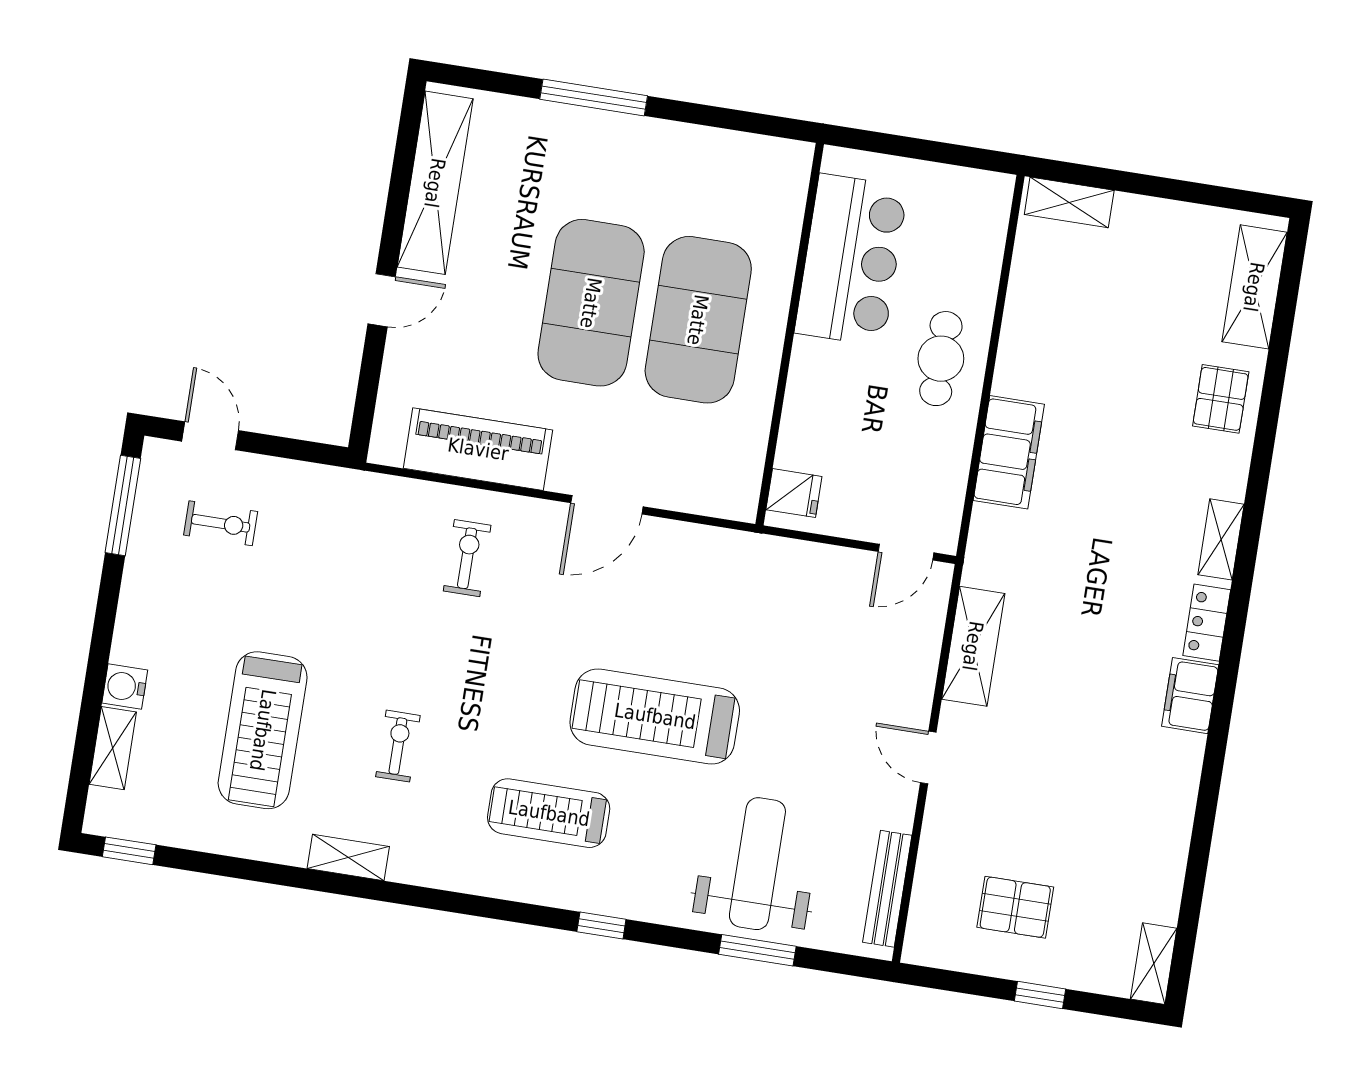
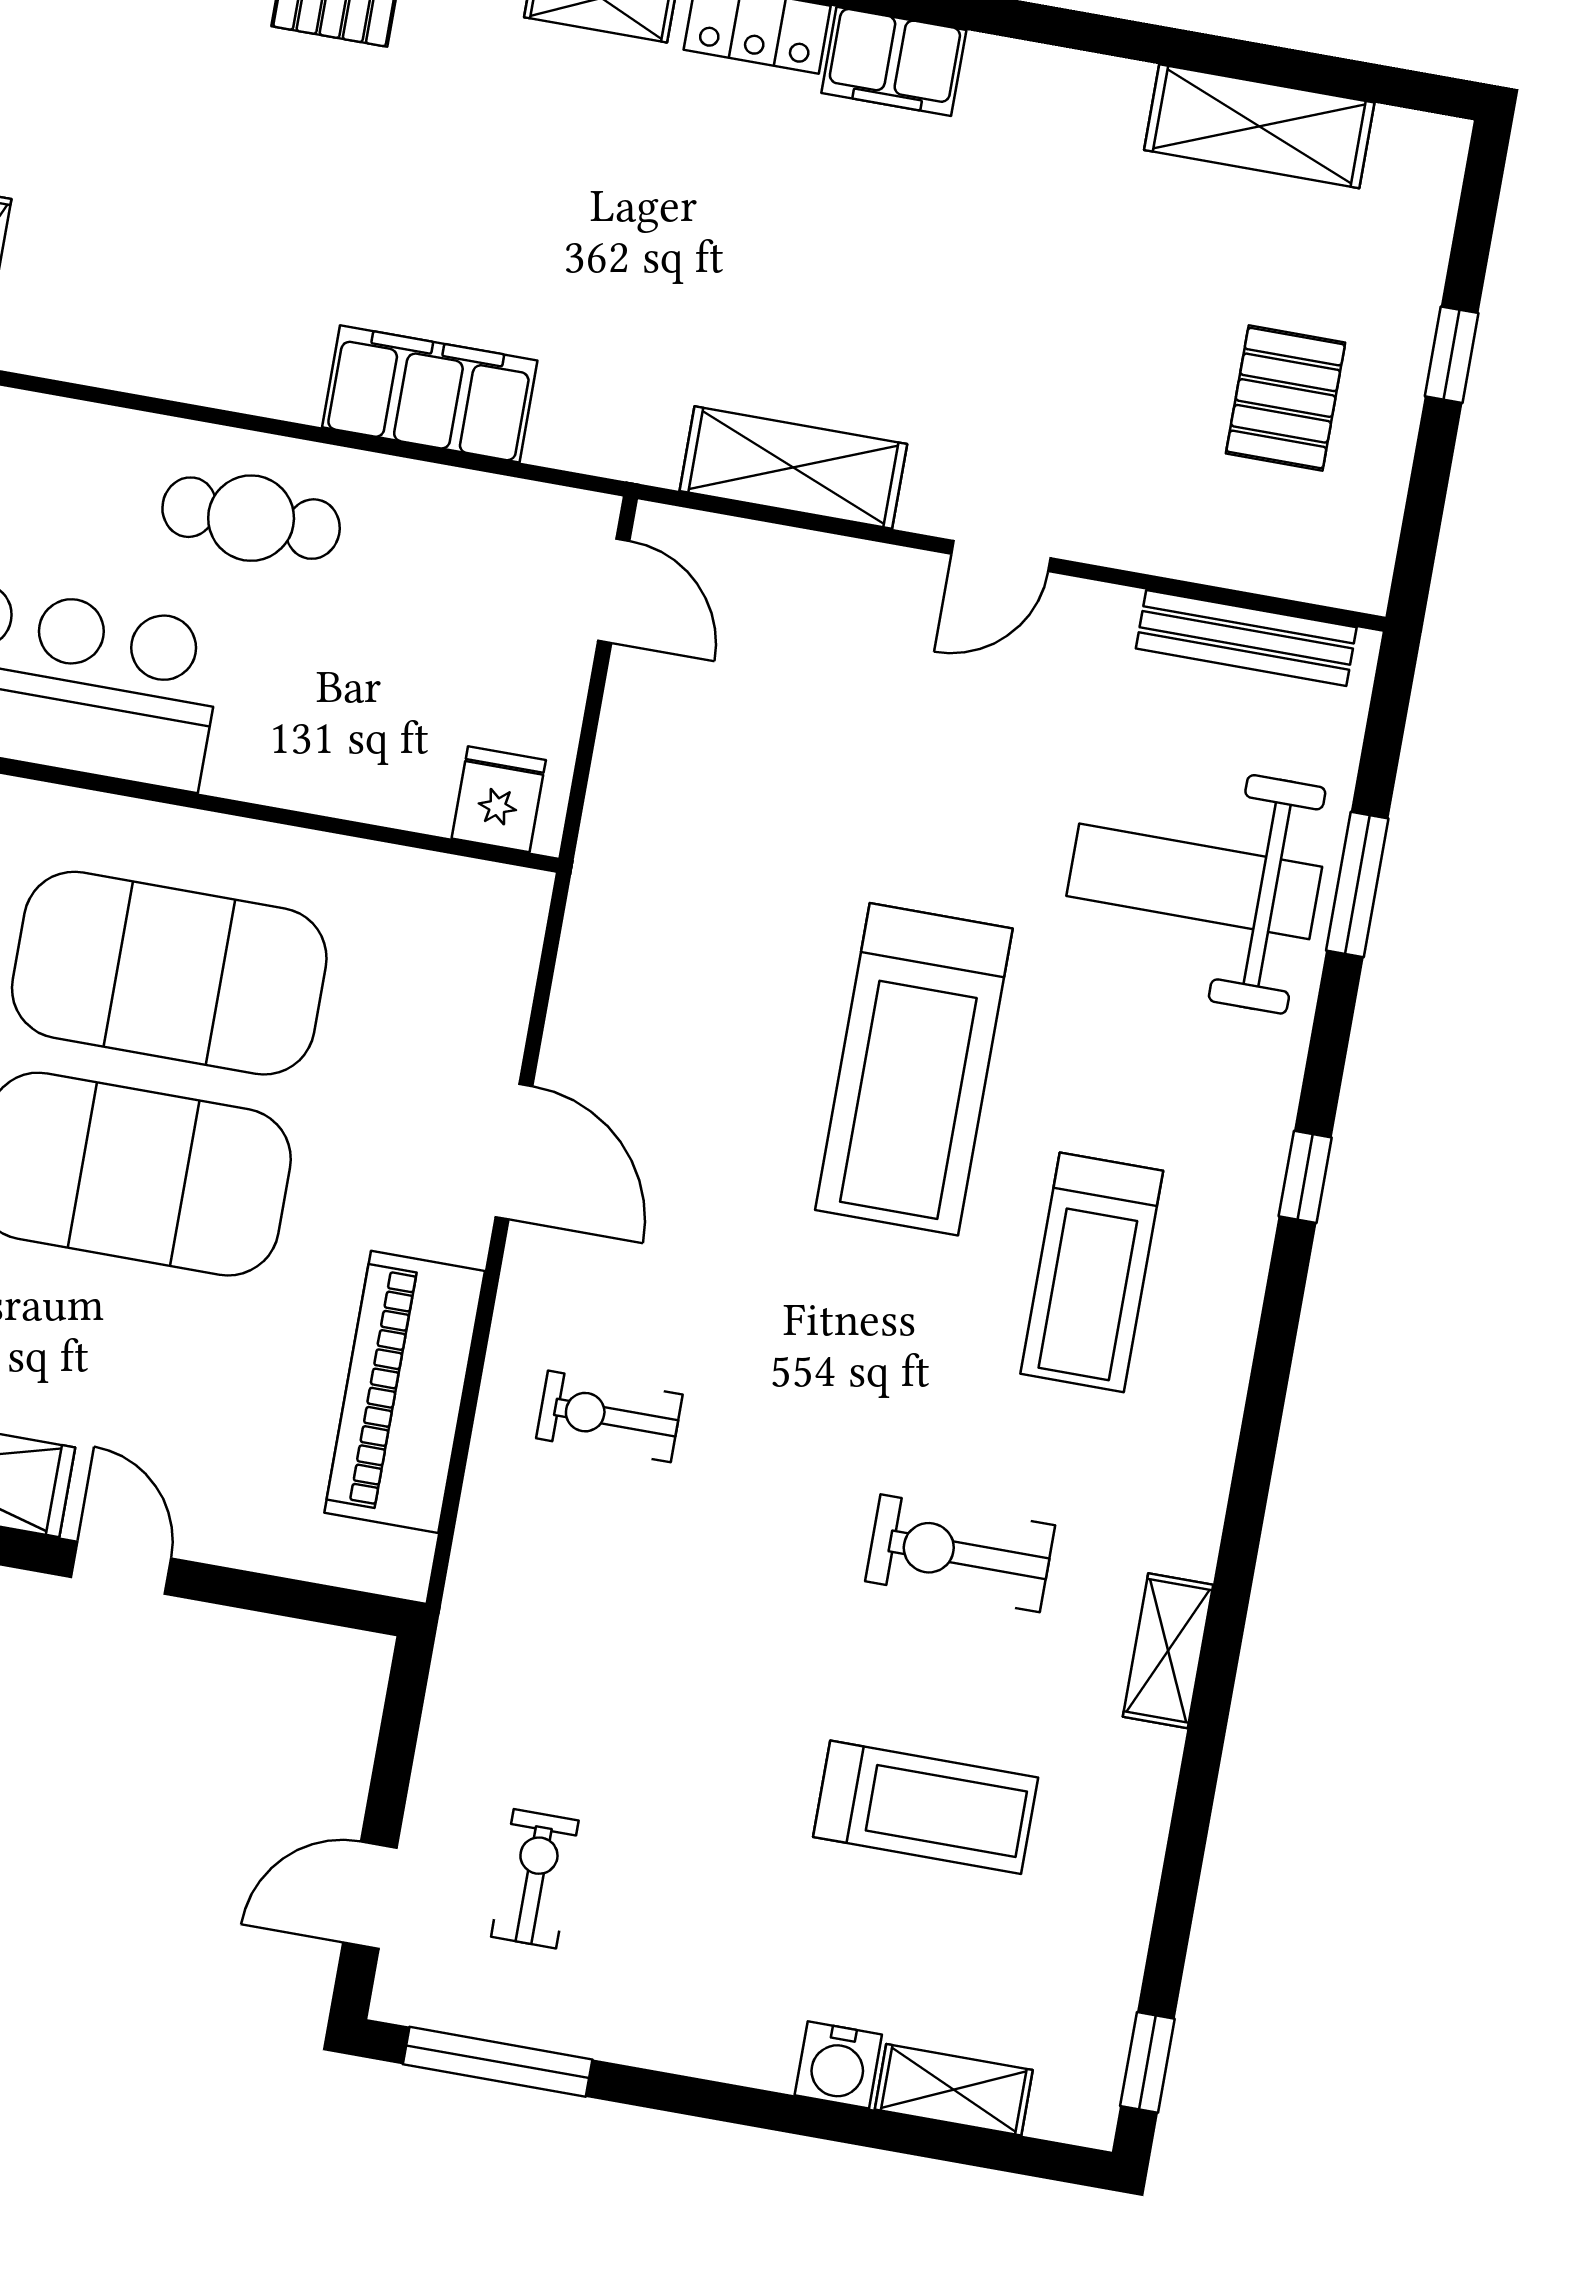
treadmill: (263, 730) -> (926, 1807), width x0.73, depth x0.73
exercise bike: (398, 746) -> (960, 1553), width x1.38, depth x1.39
shelving: (1154, 964) -> (1259, 126), moved, width x1.50, depth x1.33

